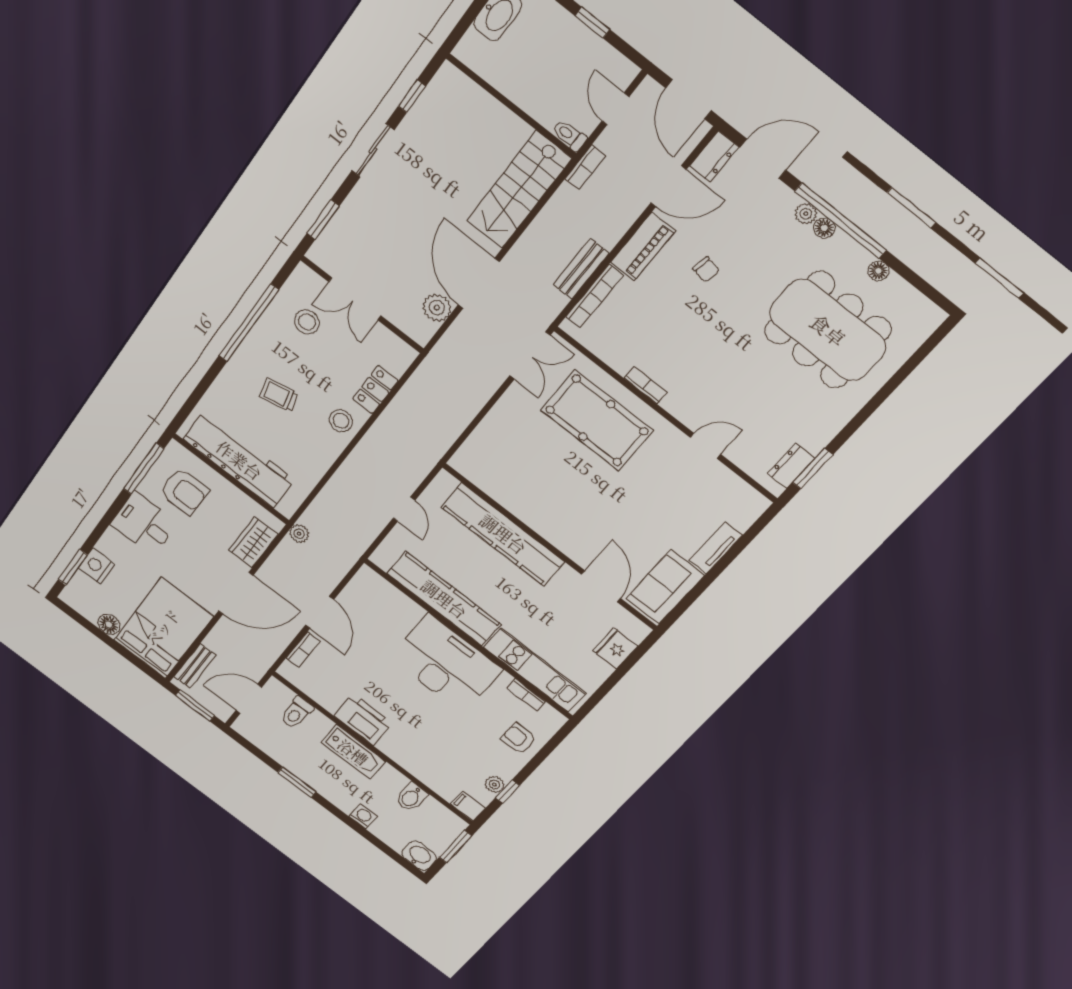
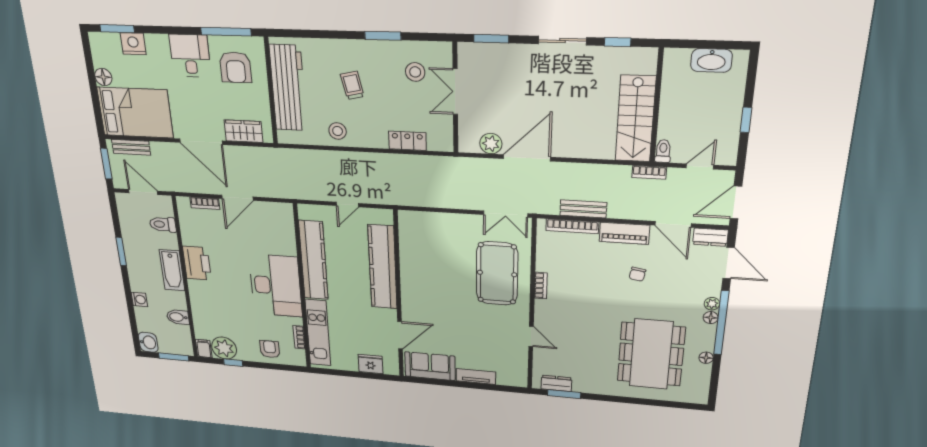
stairs: (519, 190) -> (635, 119), moved, turned -90
window: (249, 323) -> (383, 36), width x0.47
stool: (341, 421) -> (338, 131), moved
plant: (299, 534) -> (275, 155), removed
plant: (494, 784) -> (224, 348), width x1.88, depth x1.88

